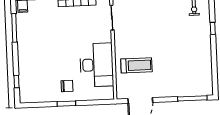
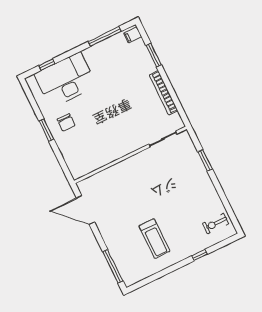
desk: (97, 65) -> (66, 80), moved, turned 180
treadmill: (136, 65) -> (154, 239), moved

